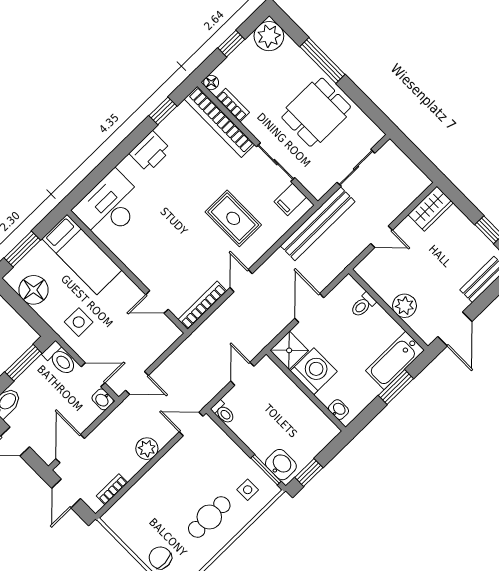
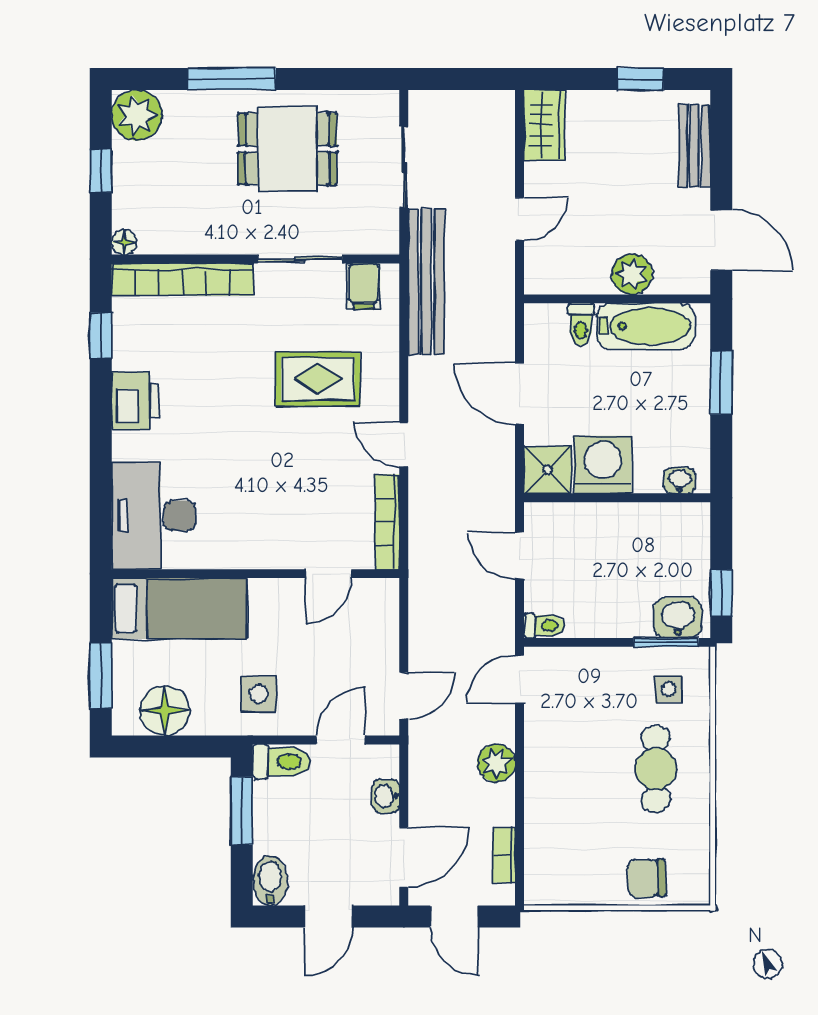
bookcase: (233, 105) -> (178, 243), removed
dining table: (316, 112) -> (288, 149), turned 90
bathtub: (395, 360) -> (645, 326), moved, turned -90
washbasin: (103, 399) -> (386, 796), moved, turned 90
door: (70, 449) -> (404, 857), swing flipped

